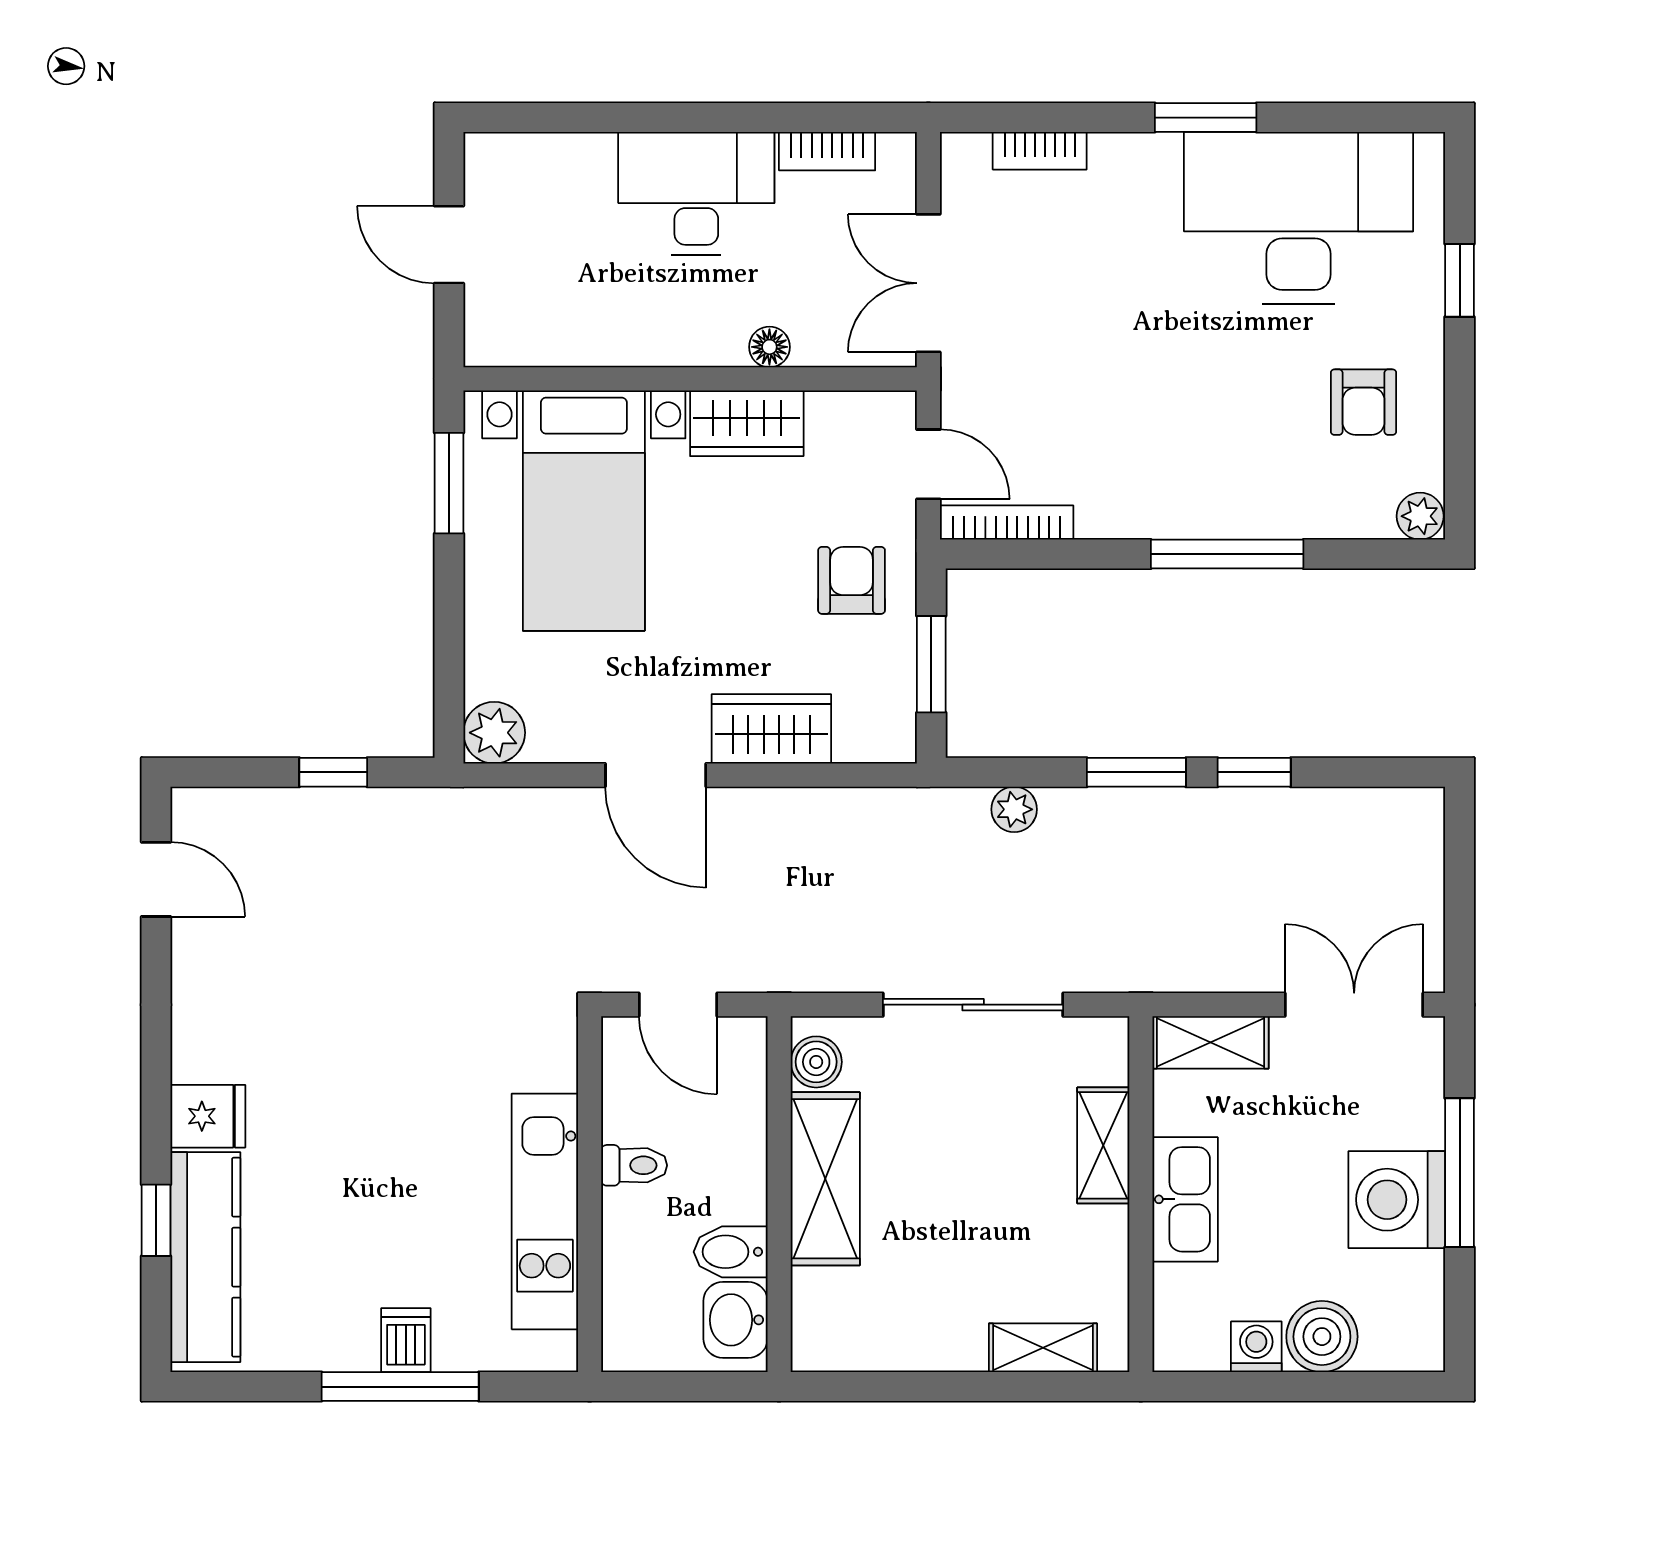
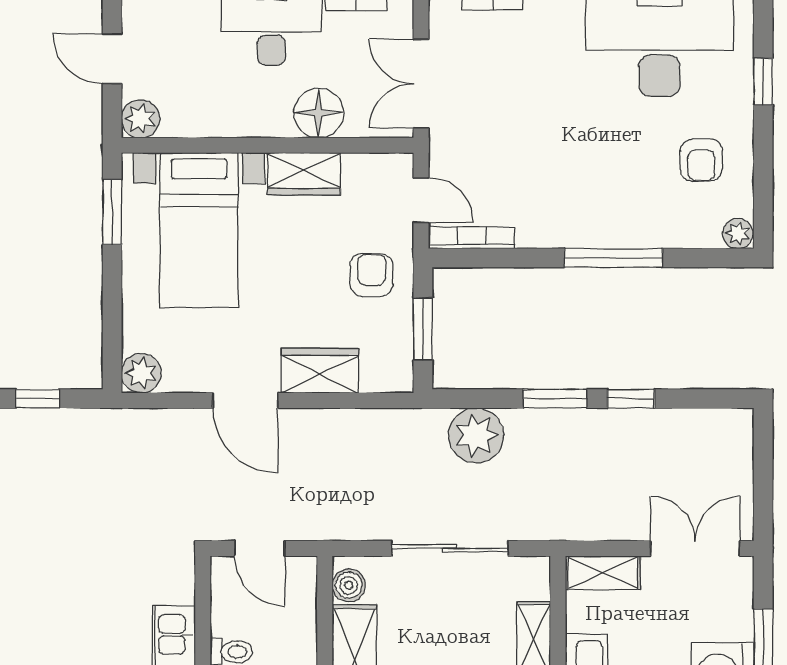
plant: (493, 338) -> (140, 119), added
floor lamp: (769, 347) -> (319, 113), width x1.89, depth x1.89
plant: (1014, 809) -> (476, 435), width x1.88, depth x1.88

